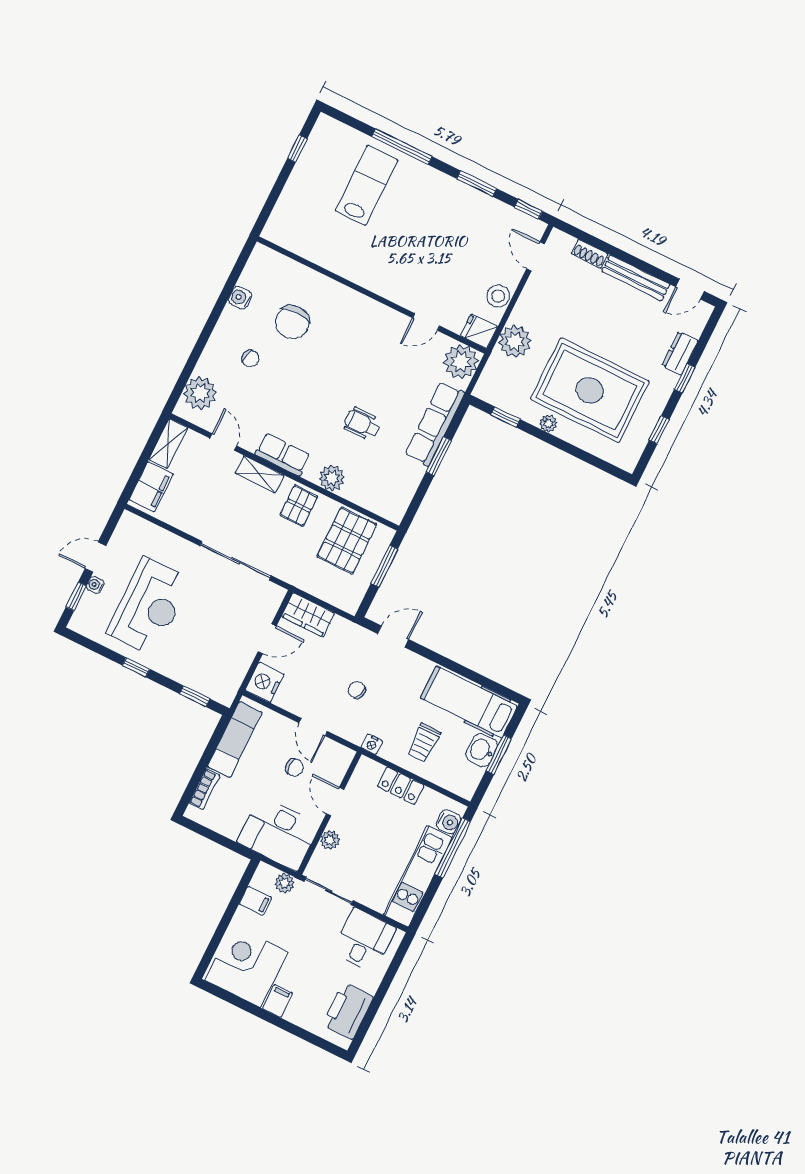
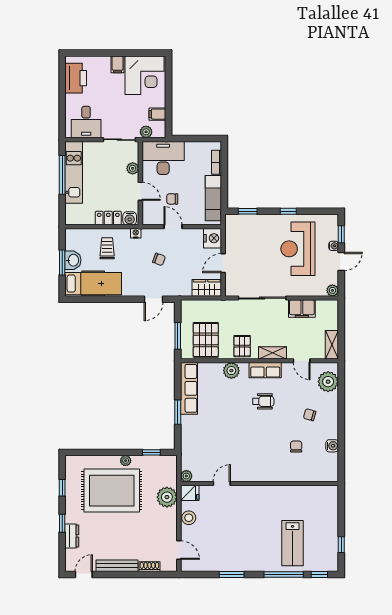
window: (528, 209) -> (319, 575), moved
chair: (292, 322) -> (296, 447), width x0.54, depth x0.54
plant: (461, 362) -> (186, 476), width x0.53, depth x0.53
wheelchair: (362, 424) -> (263, 401), moved
row of seats: (435, 424) -> (189, 388), moved
filing cabinet: (151, 487) -> (302, 309), moved, turned -90
plant: (129, 522) -> (332, 290), added
water cooler: (449, 822) -> (130, 218), moved, turned -90
window: (453, 848) -> (62, 175), moved

